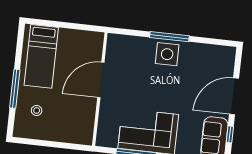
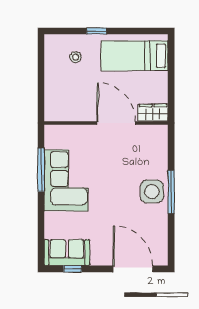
wardrobe: (95, 45) -> (153, 113), added
window: (15, 89) -> (96, 31), width x0.46
door: (234, 96) -> (133, 269), moved

